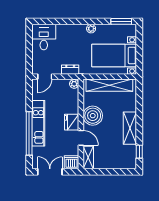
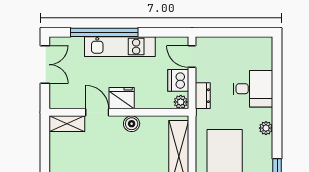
desk: (44, 37) -> (253, 89), moved
boiler: (93, 116) -> (132, 124), width x0.54, depth x0.54
door: (81, 138) -> (97, 112), swing flipped
dishwasher: (72, 162) -> (178, 80), moved, turned 180

